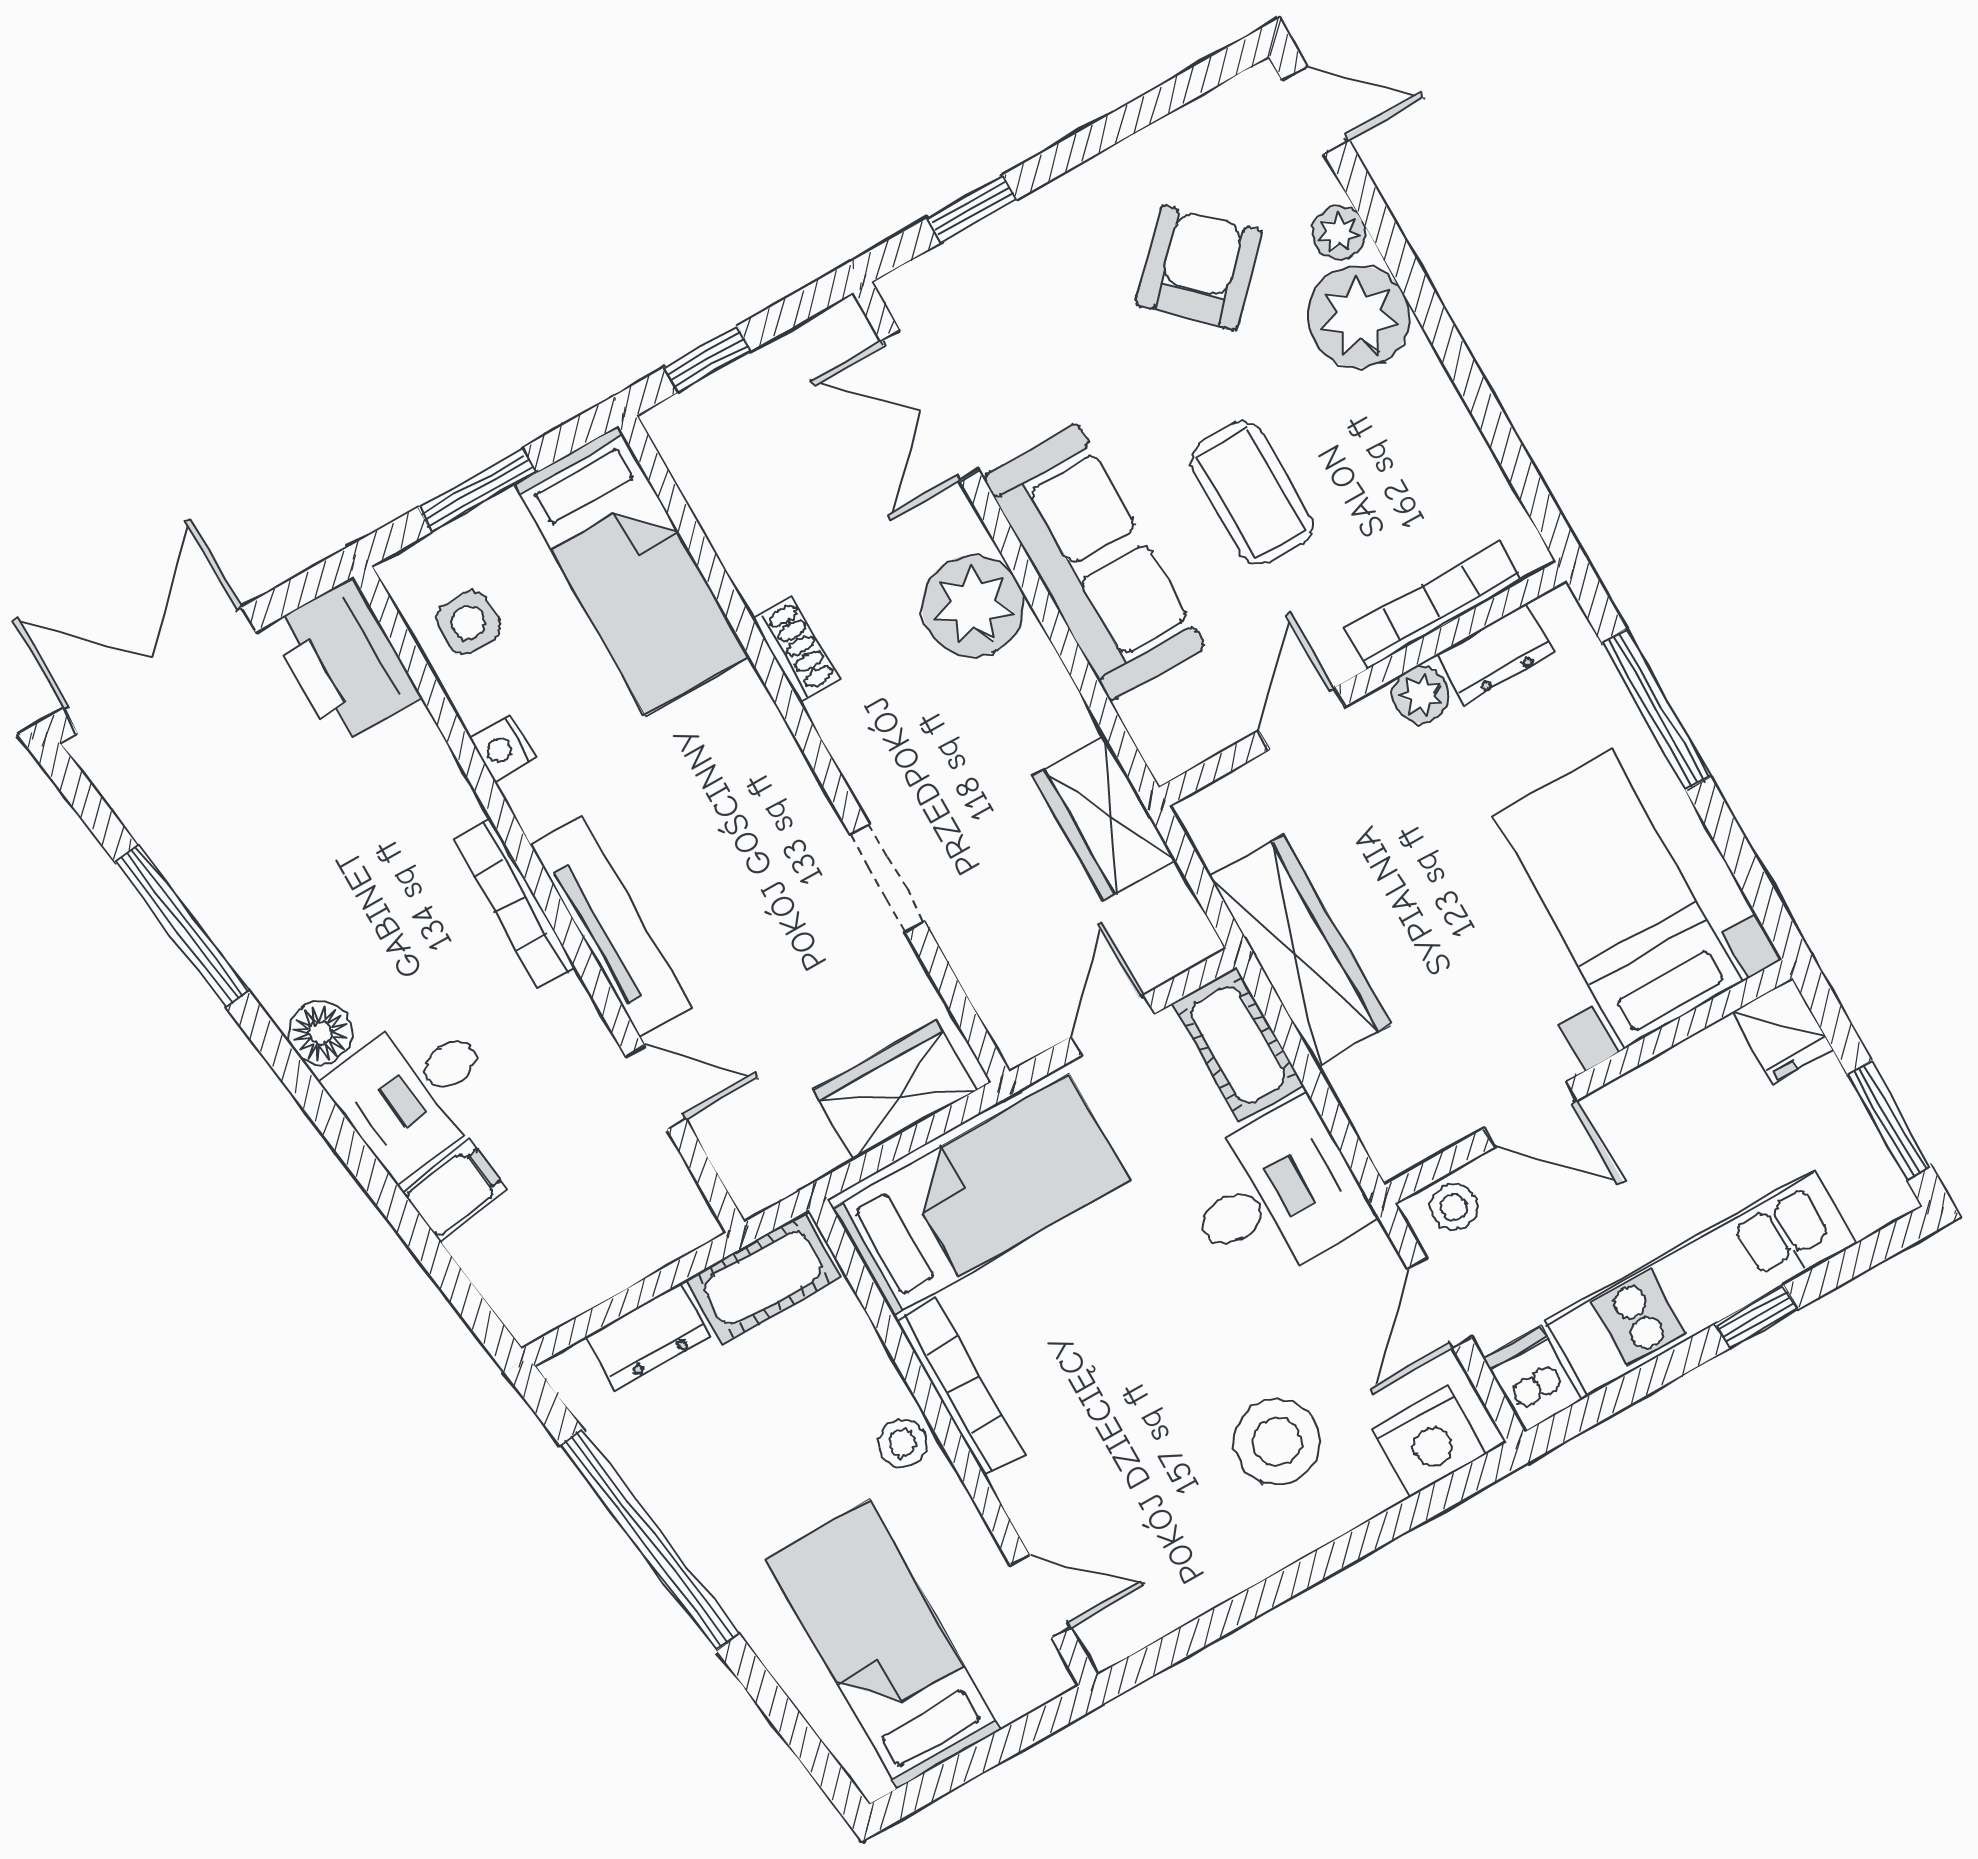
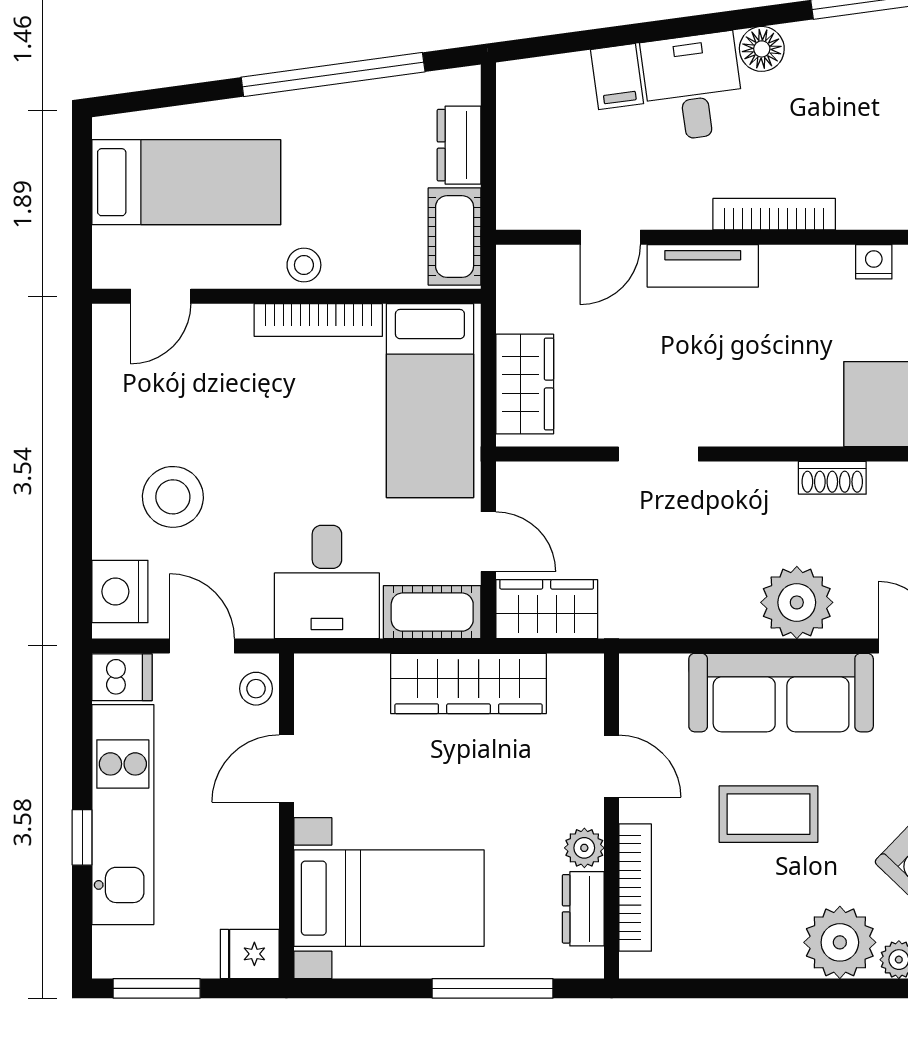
wardrobe: (1104, 818) -> (547, 609), moved
tv unit: (611, 927) -> (703, 266), width x0.71

